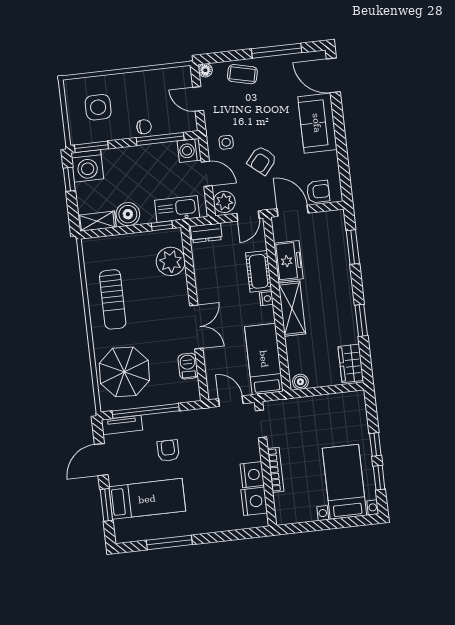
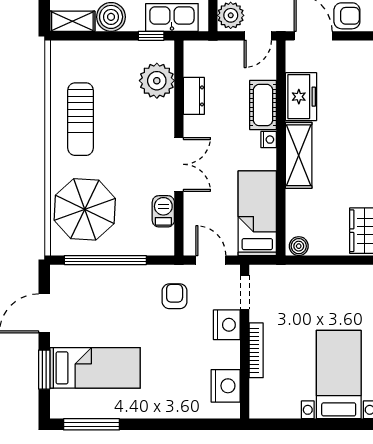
dresser: (206, 233) -> (194, 96), moved, turned -90
tv unit: (122, 425) -> (74, 274), removed
armchair: (168, 451) -> (175, 296), moved
nightstand: (252, 475) -> (227, 325), moved
window: (169, 542) -> (91, 424), moved

